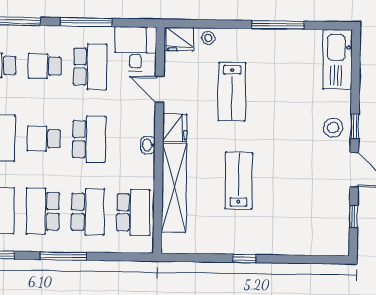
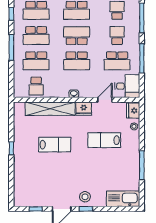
school desk: (44, 139) -> (77, 36), width x1.85
school desk: (43, 211) -> (36, 36), turned 180
school desk: (133, 212) -> (36, 86), width x0.54

